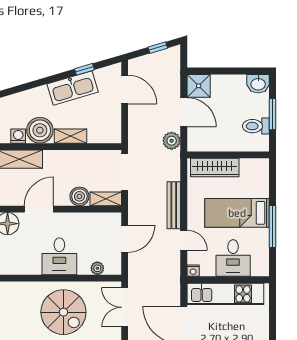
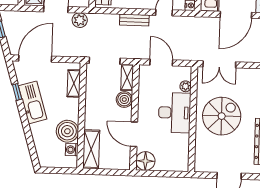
door: (125, 89) -> (35, 59), width x1.36
shelving: (70, 136) -> (74, 83), moved
bench: (174, 205) -> (134, 20), width x0.73
desk: (59, 256) -> (175, 113), width x1.37

